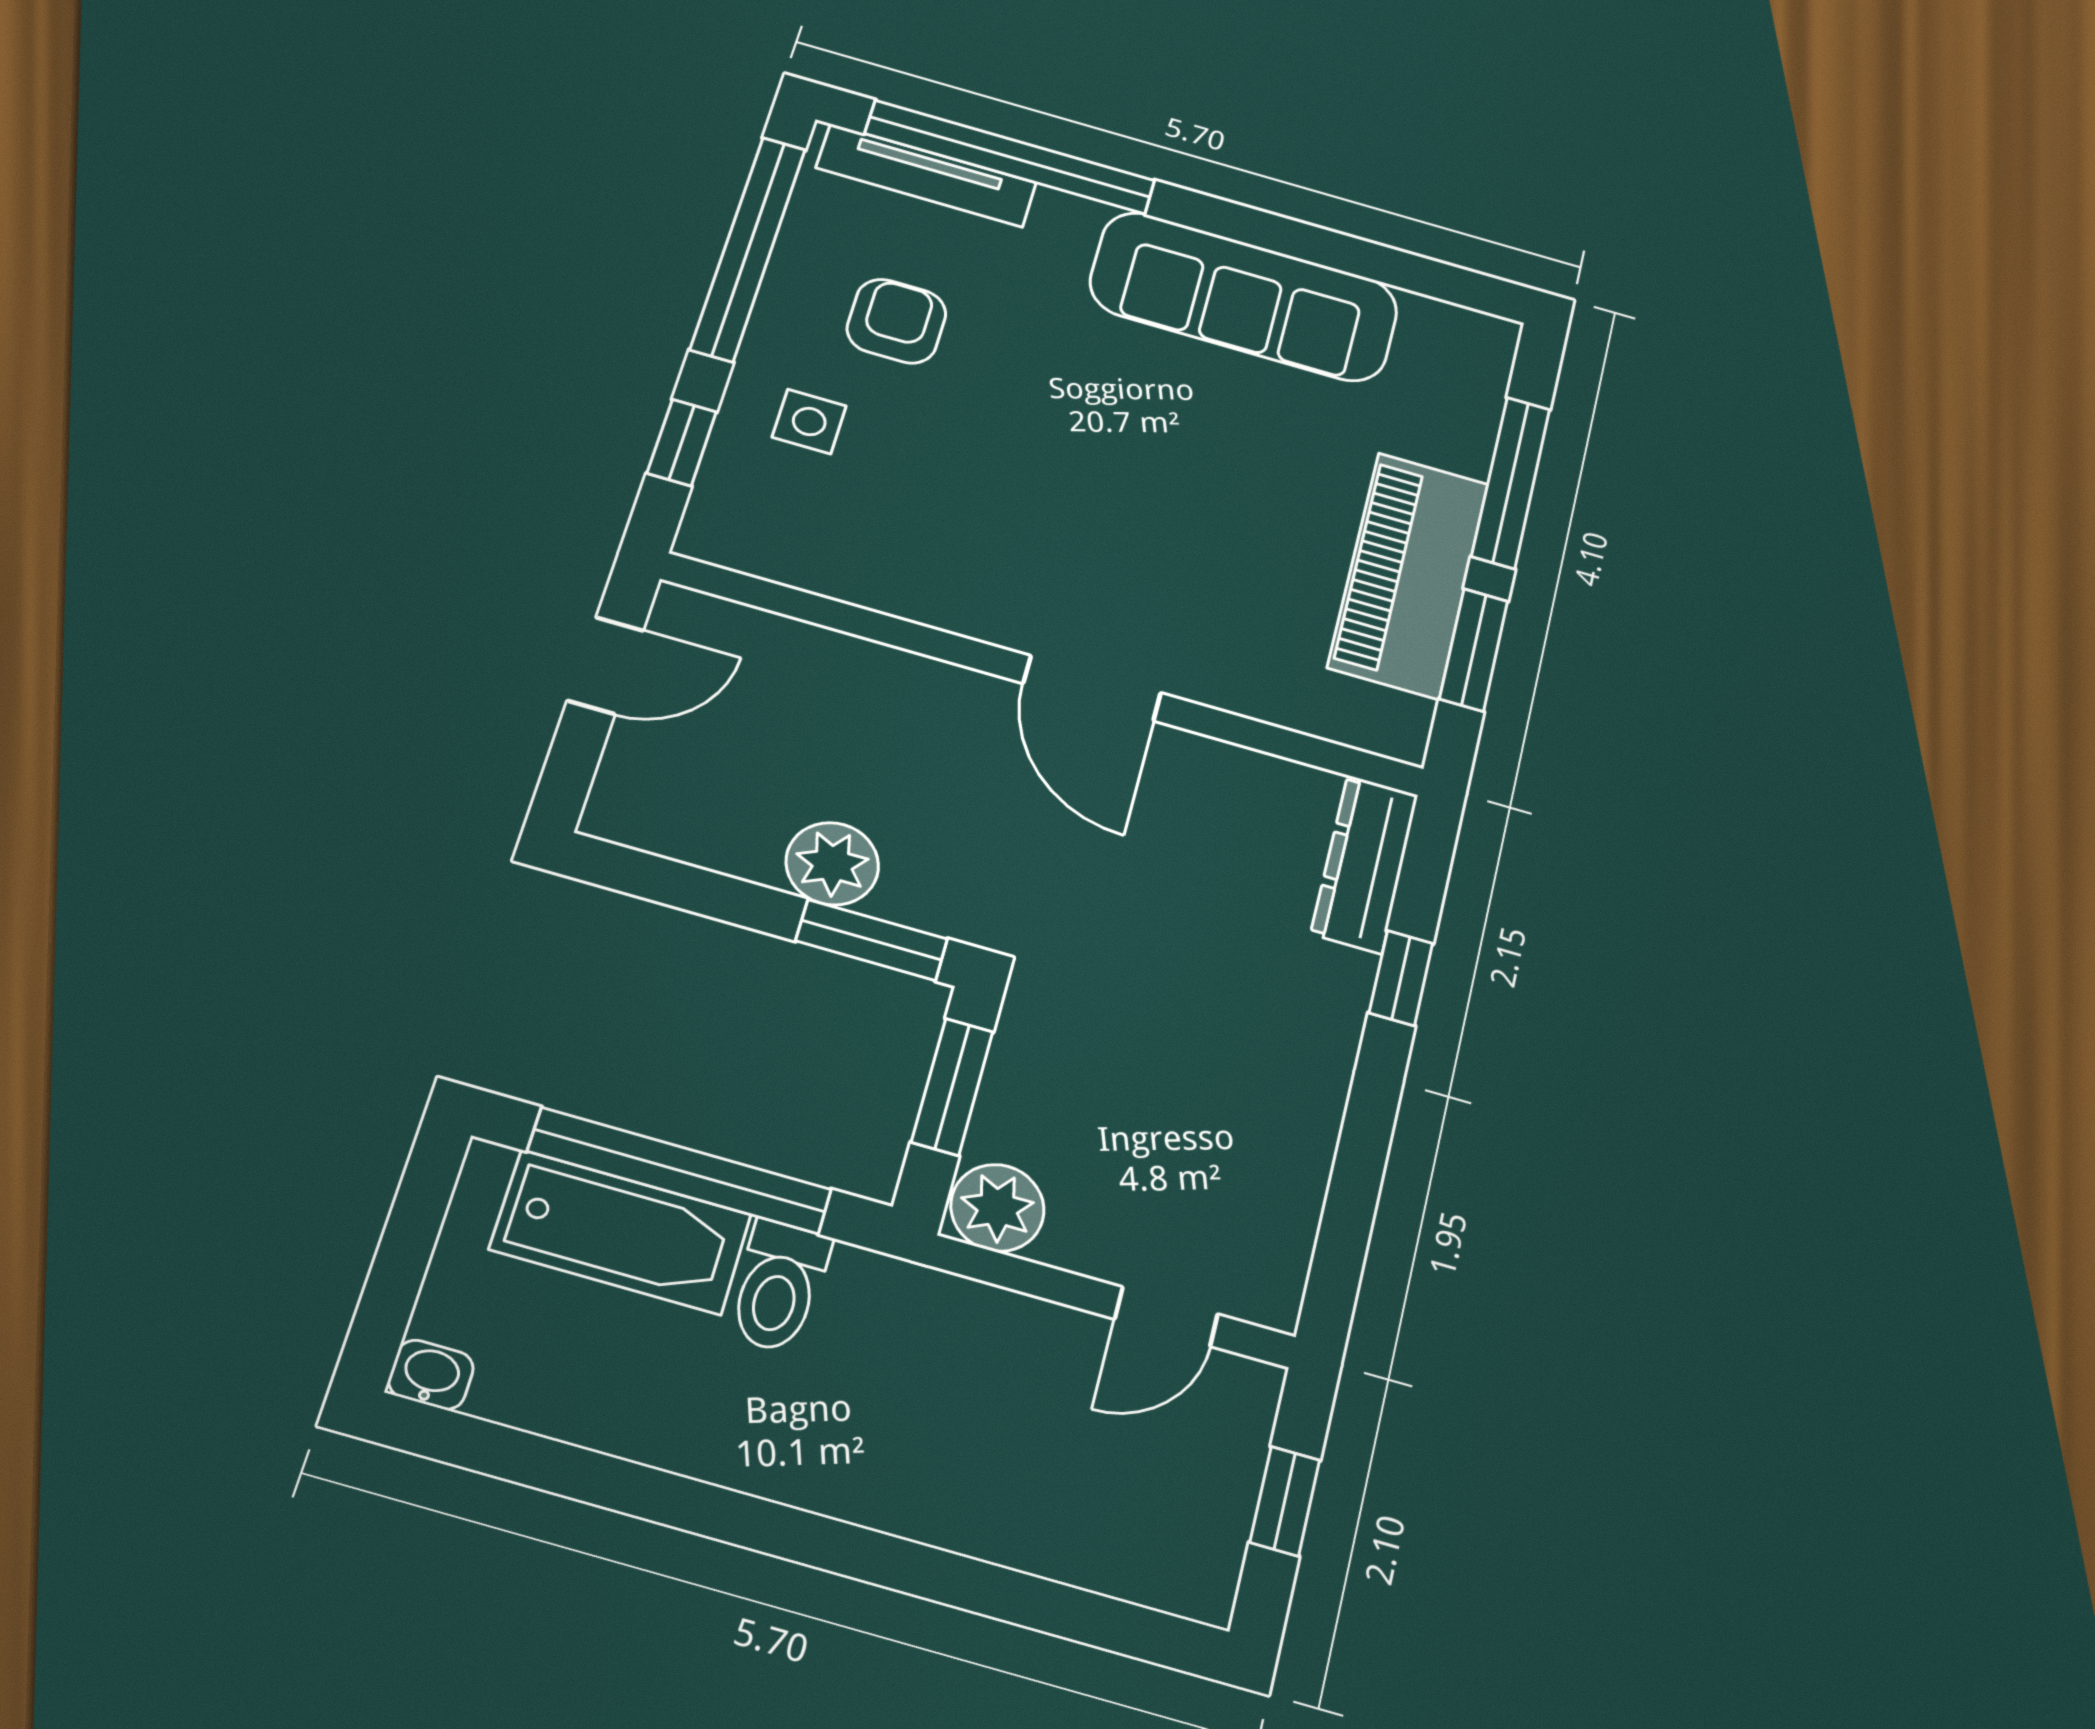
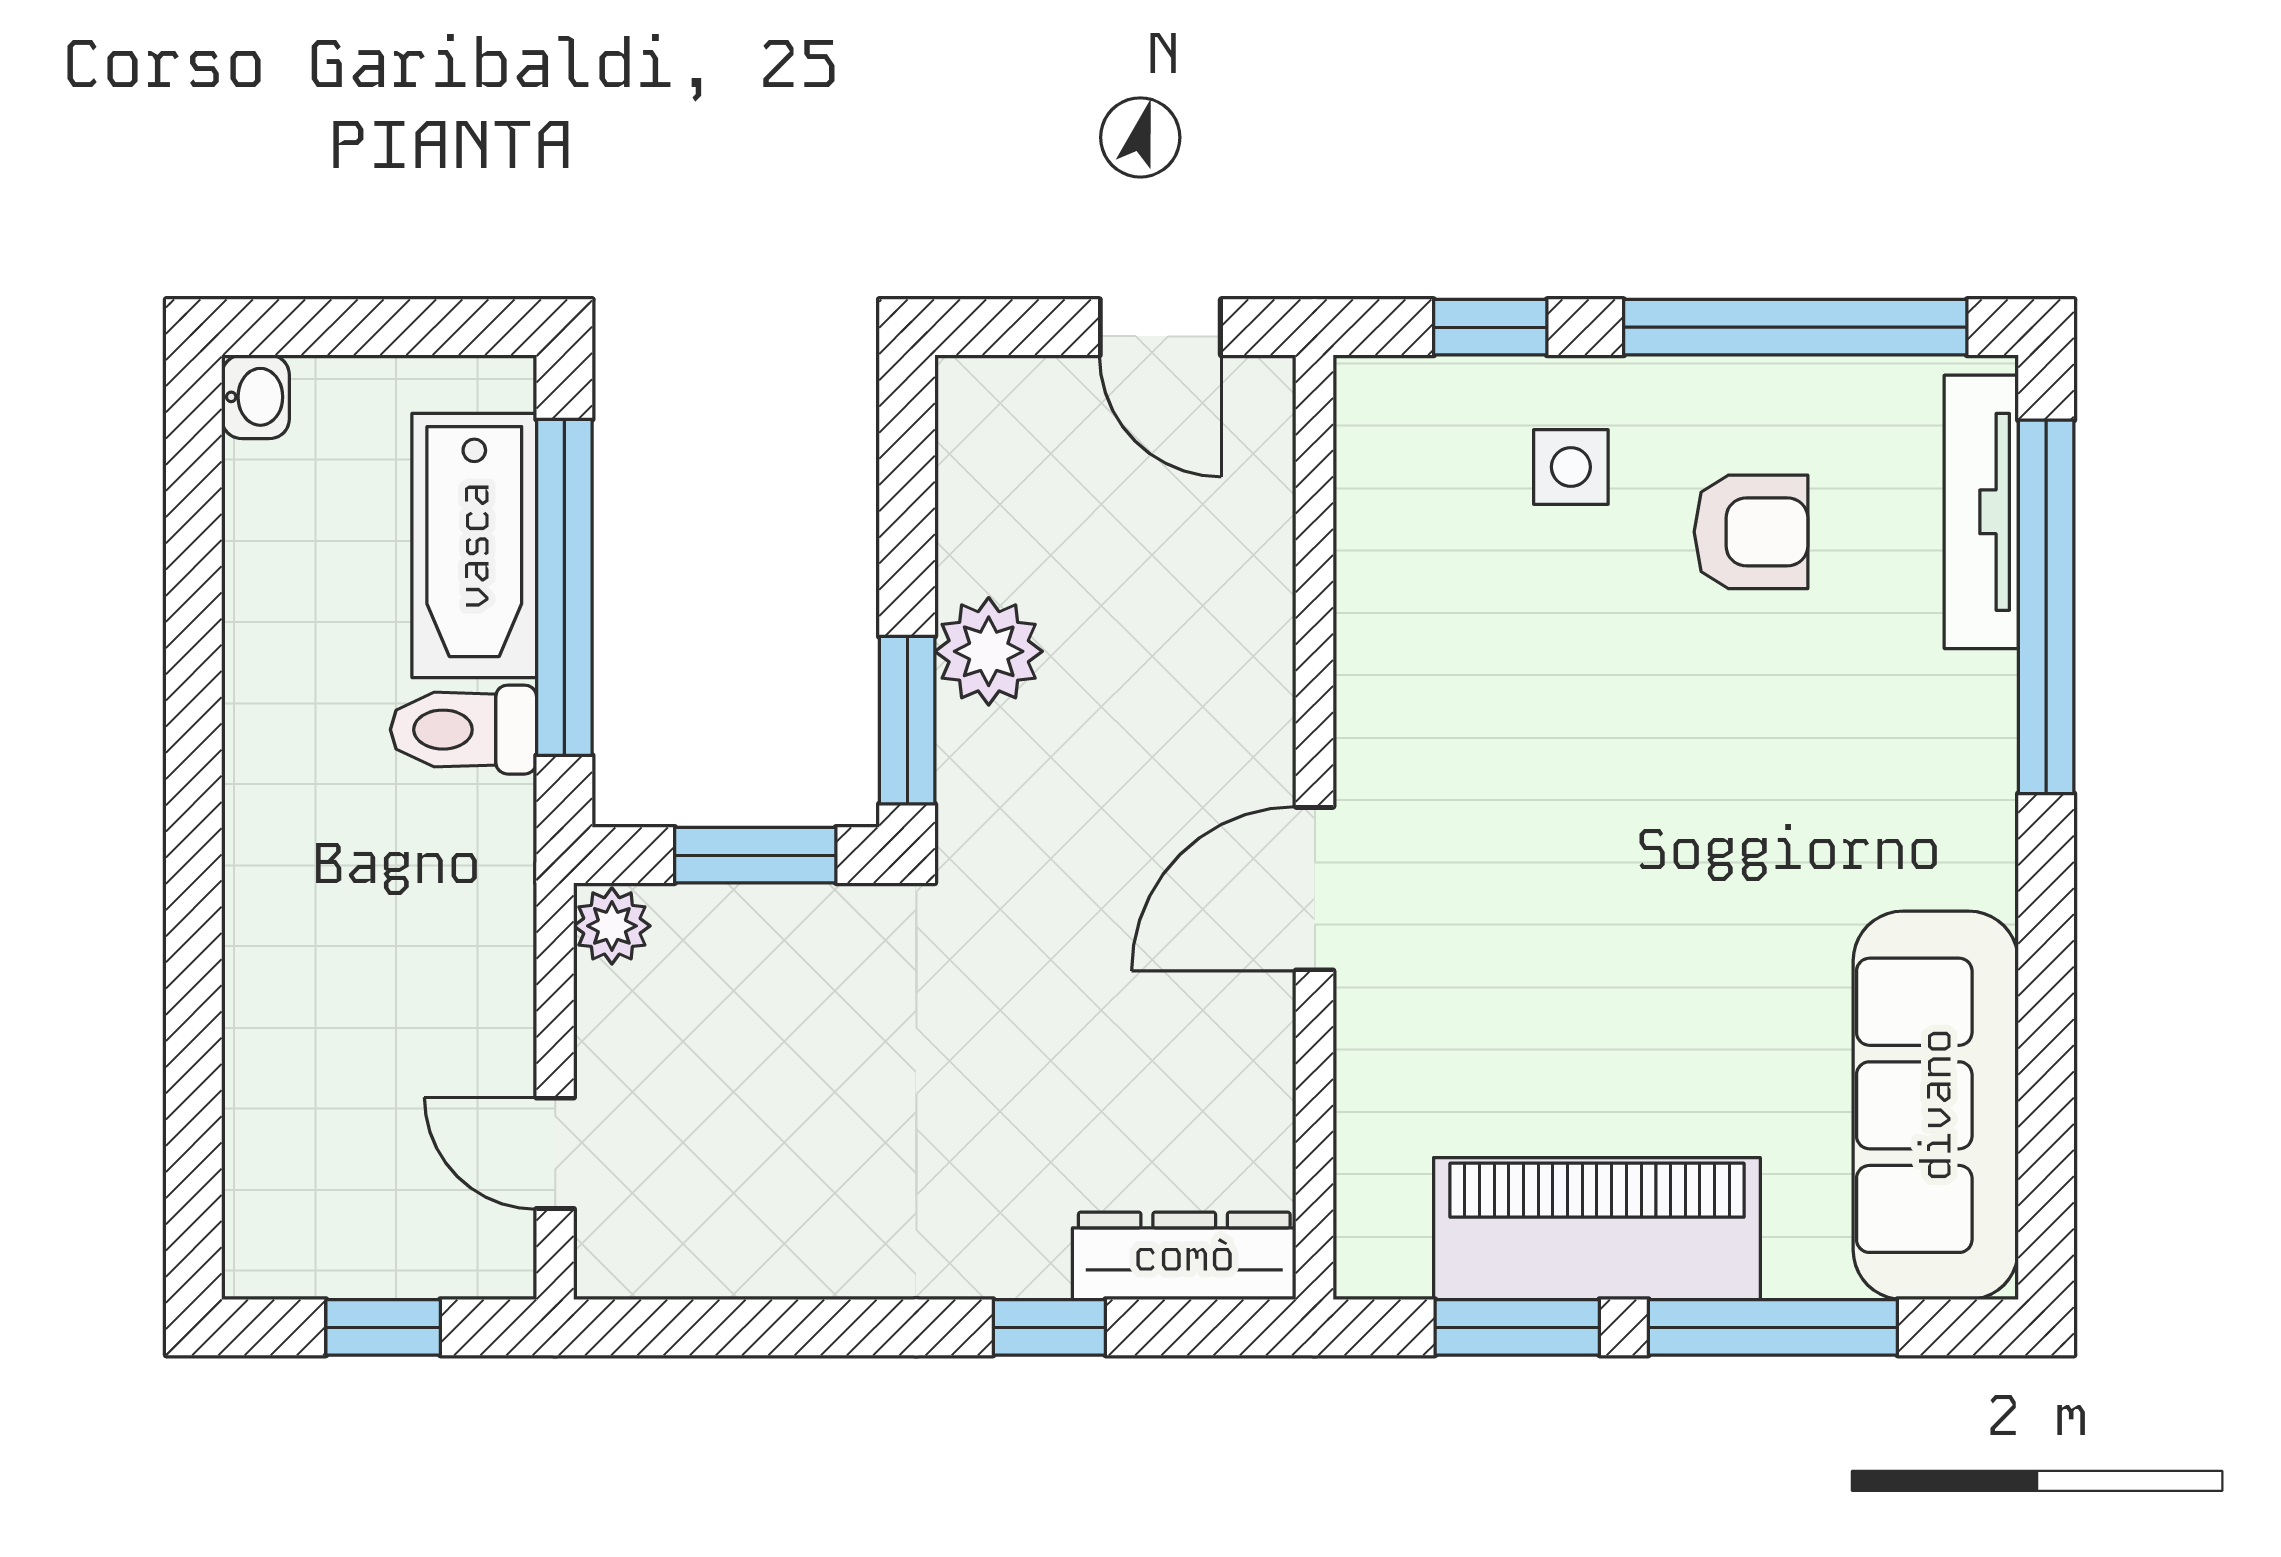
sofa: (1244, 296) -> (1936, 1105), moved
plant: (997, 1208) -> (612, 926), width x0.73, depth x0.73

